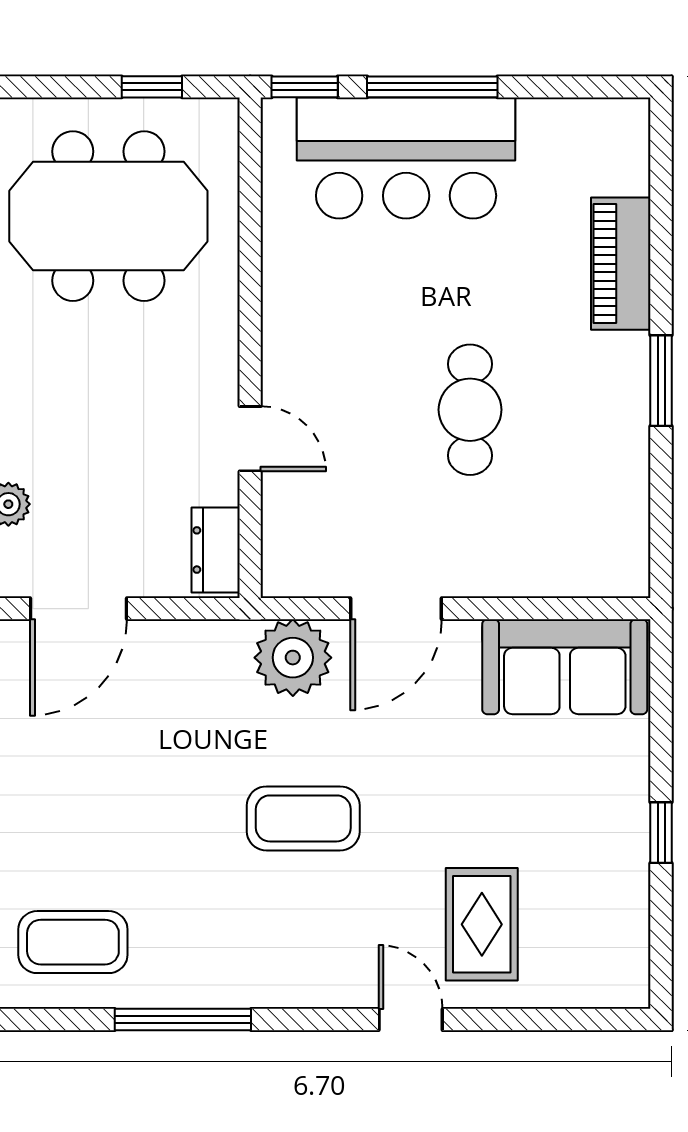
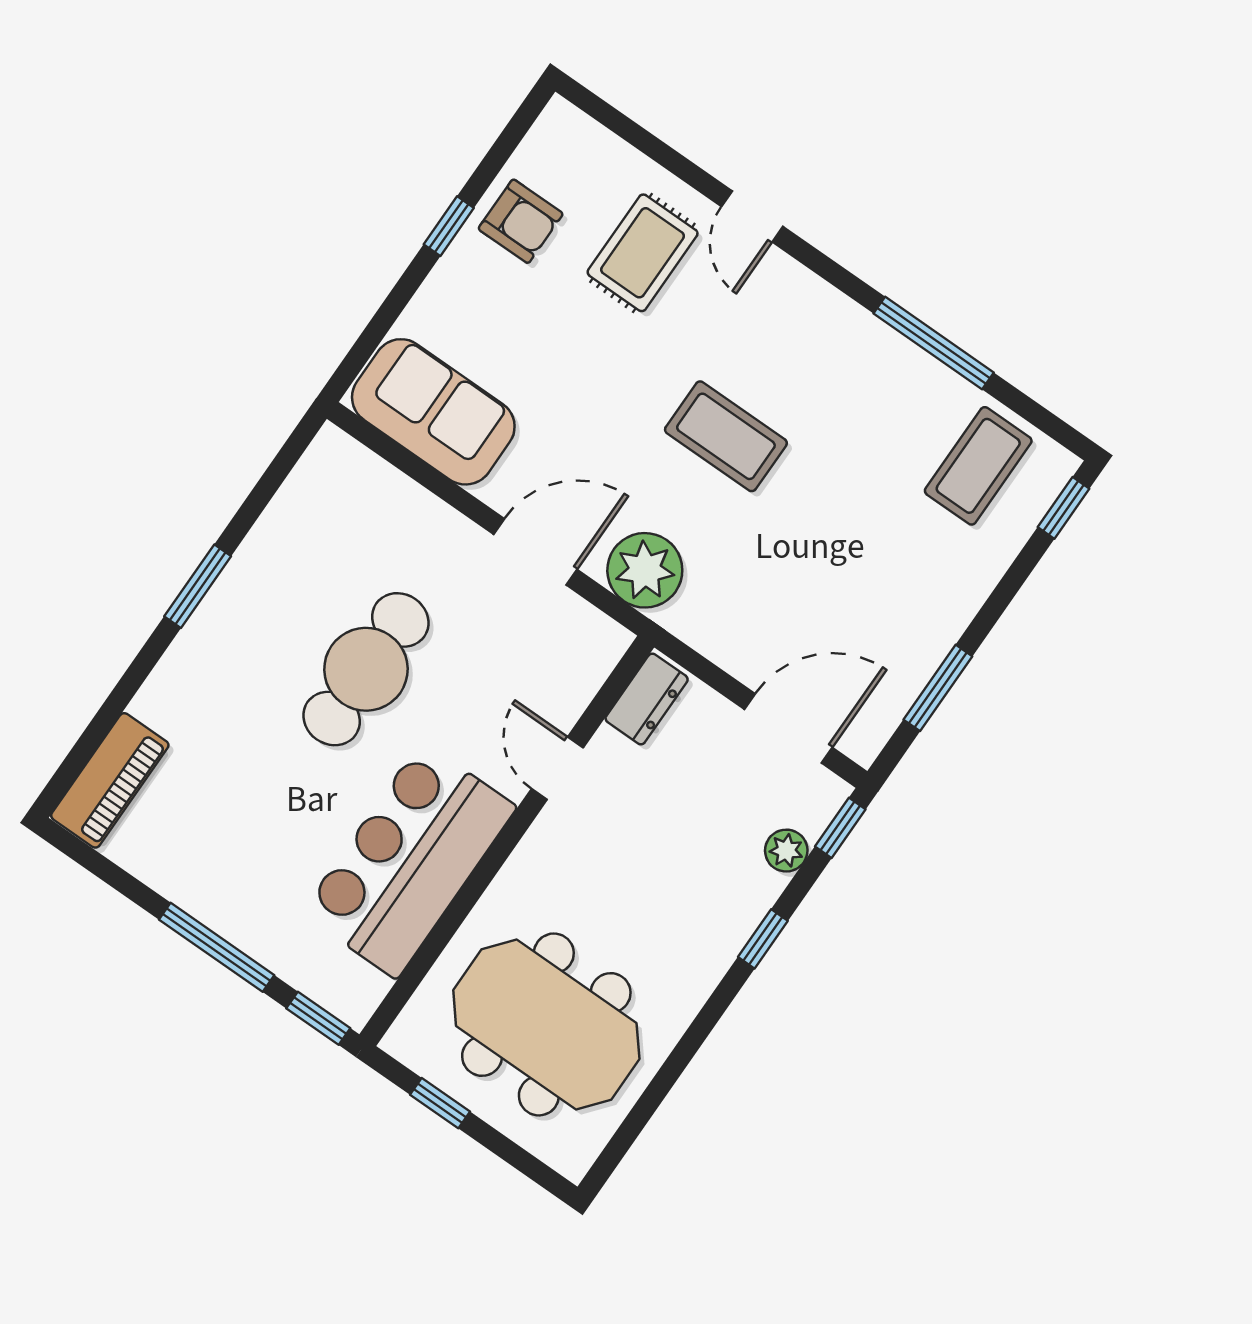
bar counter: (406, 158) -> (409, 860), moved, turned -90
piano: (621, 264) -> (110, 780), moved
cafe table: (470, 410) -> (366, 669), width x1.37, depth x1.35
armchair: (603, 879) -> (521, 221), added
coffee table: (73, 942) -> (978, 466), turned 90

